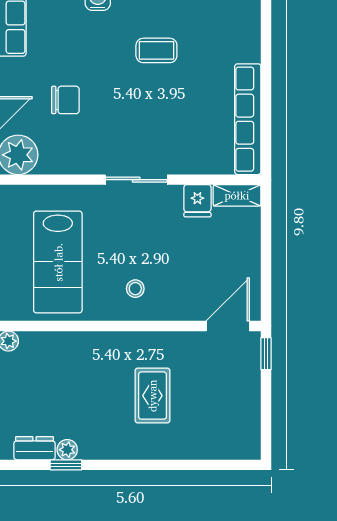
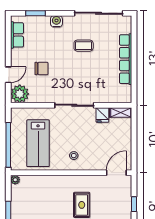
row of seats: (248, 119) -> (126, 59), moved
sliding door: (136, 180) -> (74, 105), width x1.37
window: (266, 354) -> (134, 204), moved

